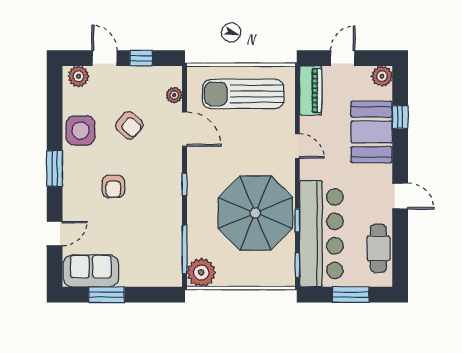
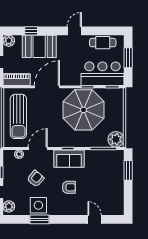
door: (297, 146) -> (47, 87), width x1.87
window: (55, 168) -> (40, 219), moved
bar counter: (321, 234) -> (102, 74), width x0.73
sofa: (91, 271) -> (69, 159), moved, turned -90
window: (106, 295) -> (128, 170), moved

